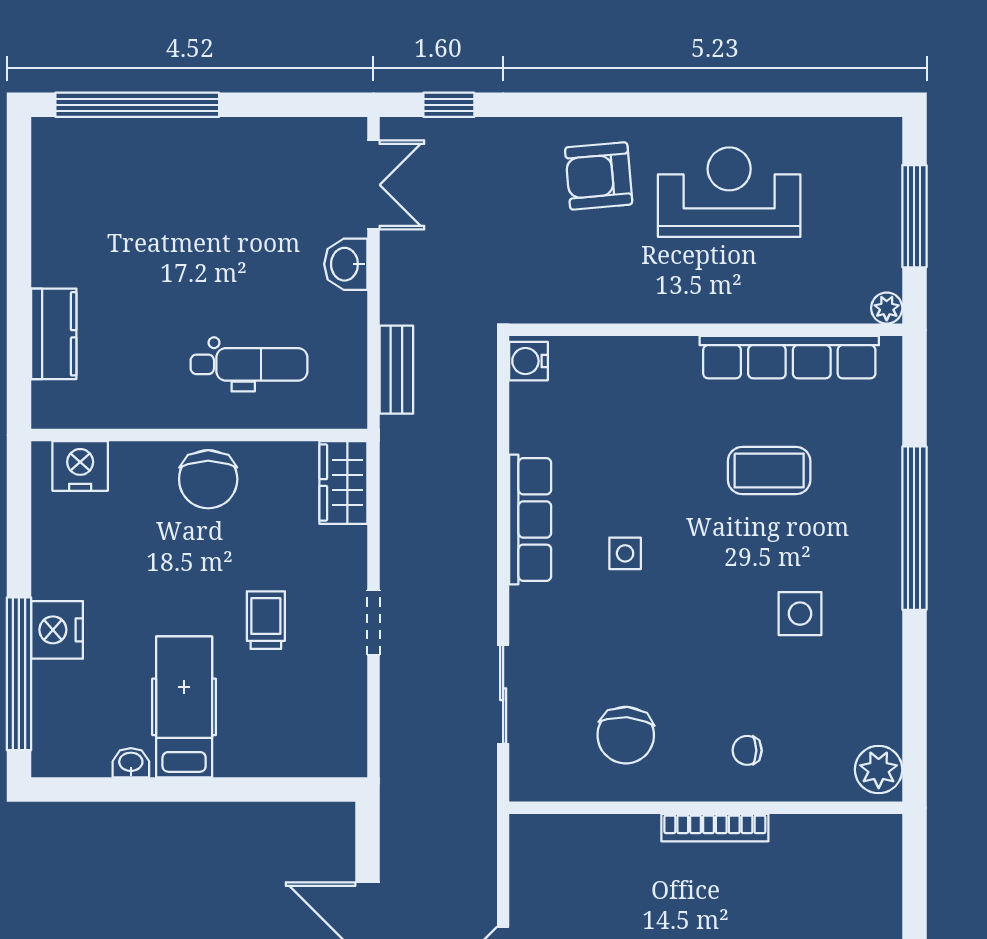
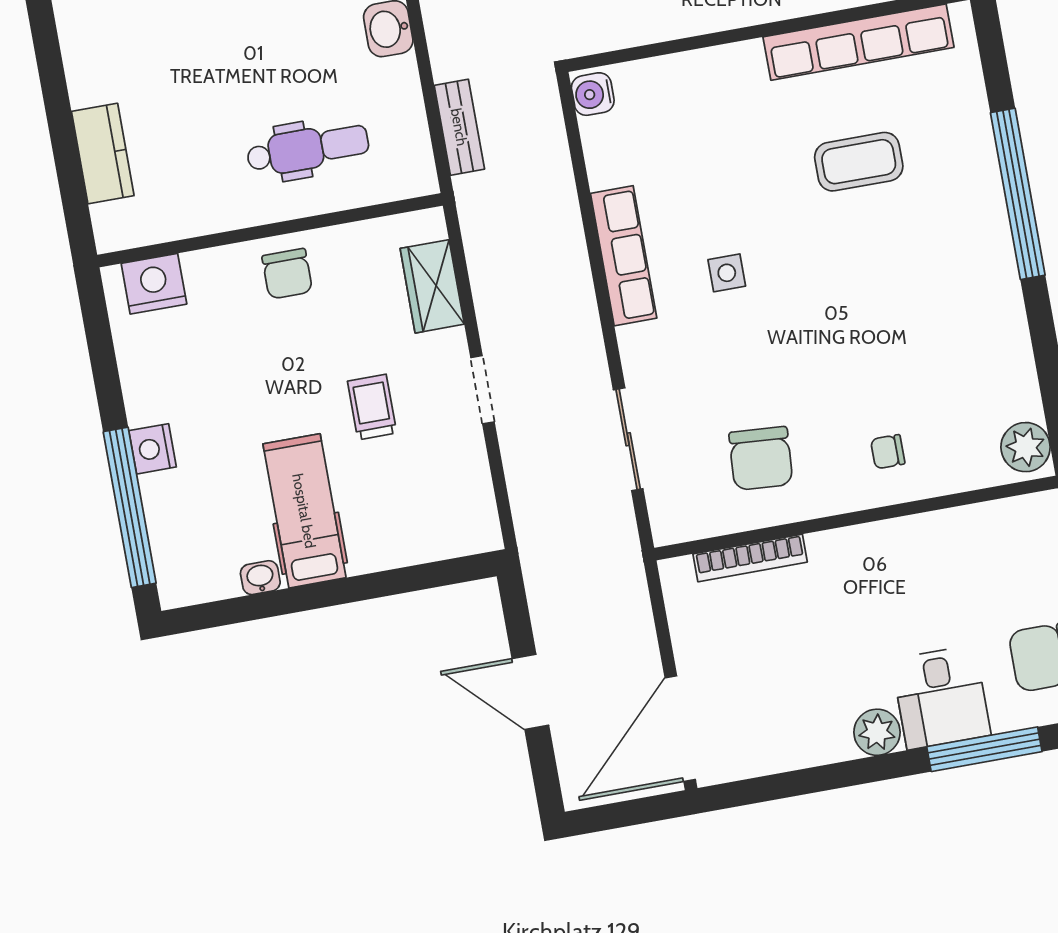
chair: (208, 479) -> (287, 274), width x0.73, depth x0.73
wardrobe: (343, 483) -> (432, 286), moved
side table: (800, 614) -> (917, 302), removed
nightstand: (57, 630) -> (153, 449), width x0.74, depth x0.75
bookcase: (715, 828) -> (750, 558), moved

